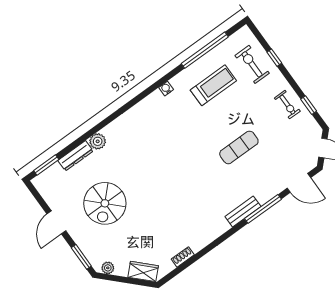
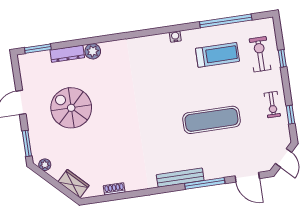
exercise mat: (239, 147) -> (211, 120), width x1.36, depth x1.45
spiral stairs: (105, 203) -> (71, 108), turned 90
bench: (243, 211) -> (180, 178), width x1.36

